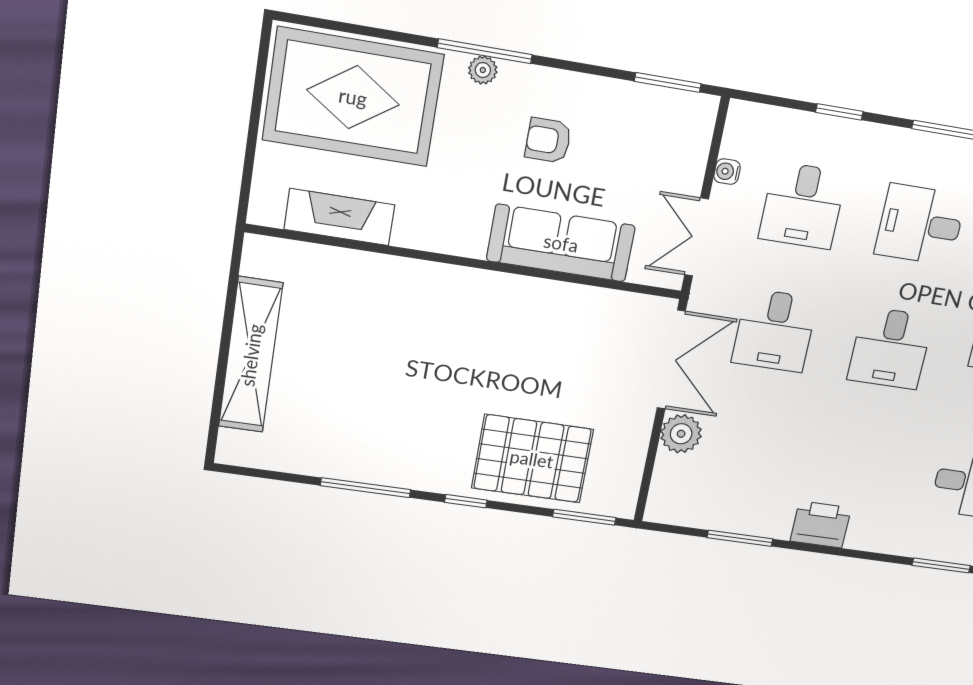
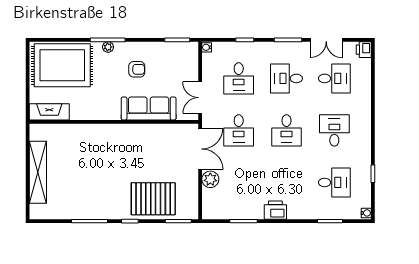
armchair: (548, 140) -> (137, 69), turned 180
water cooler: (727, 172) -> (207, 47), moved
fireplace: (339, 217) -> (49, 112), moved

